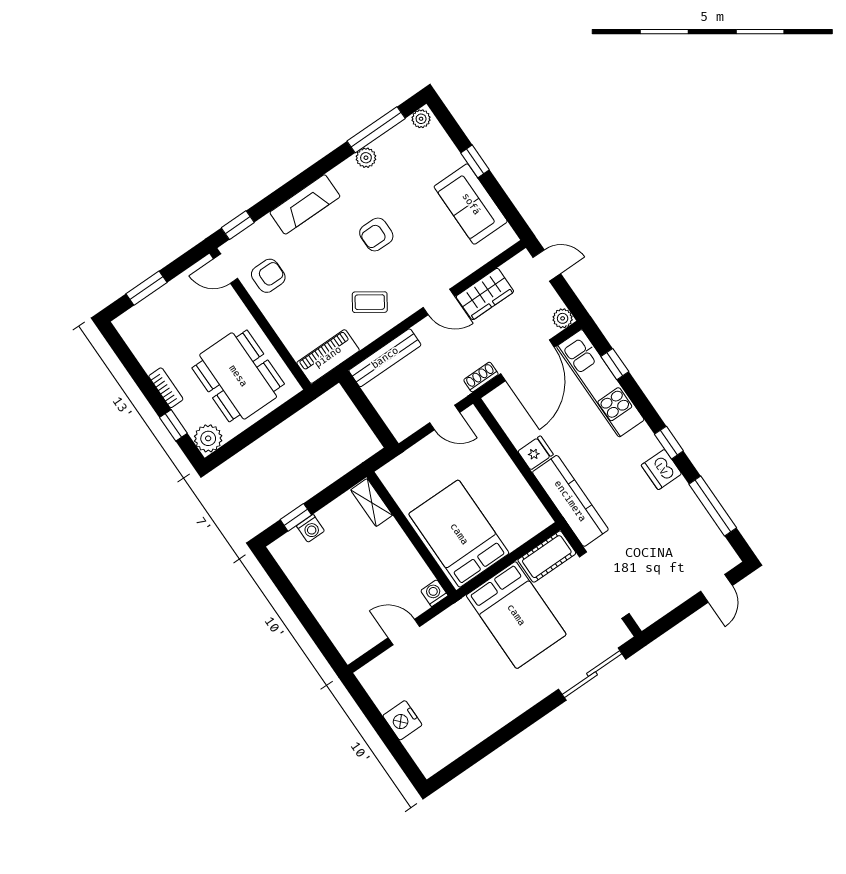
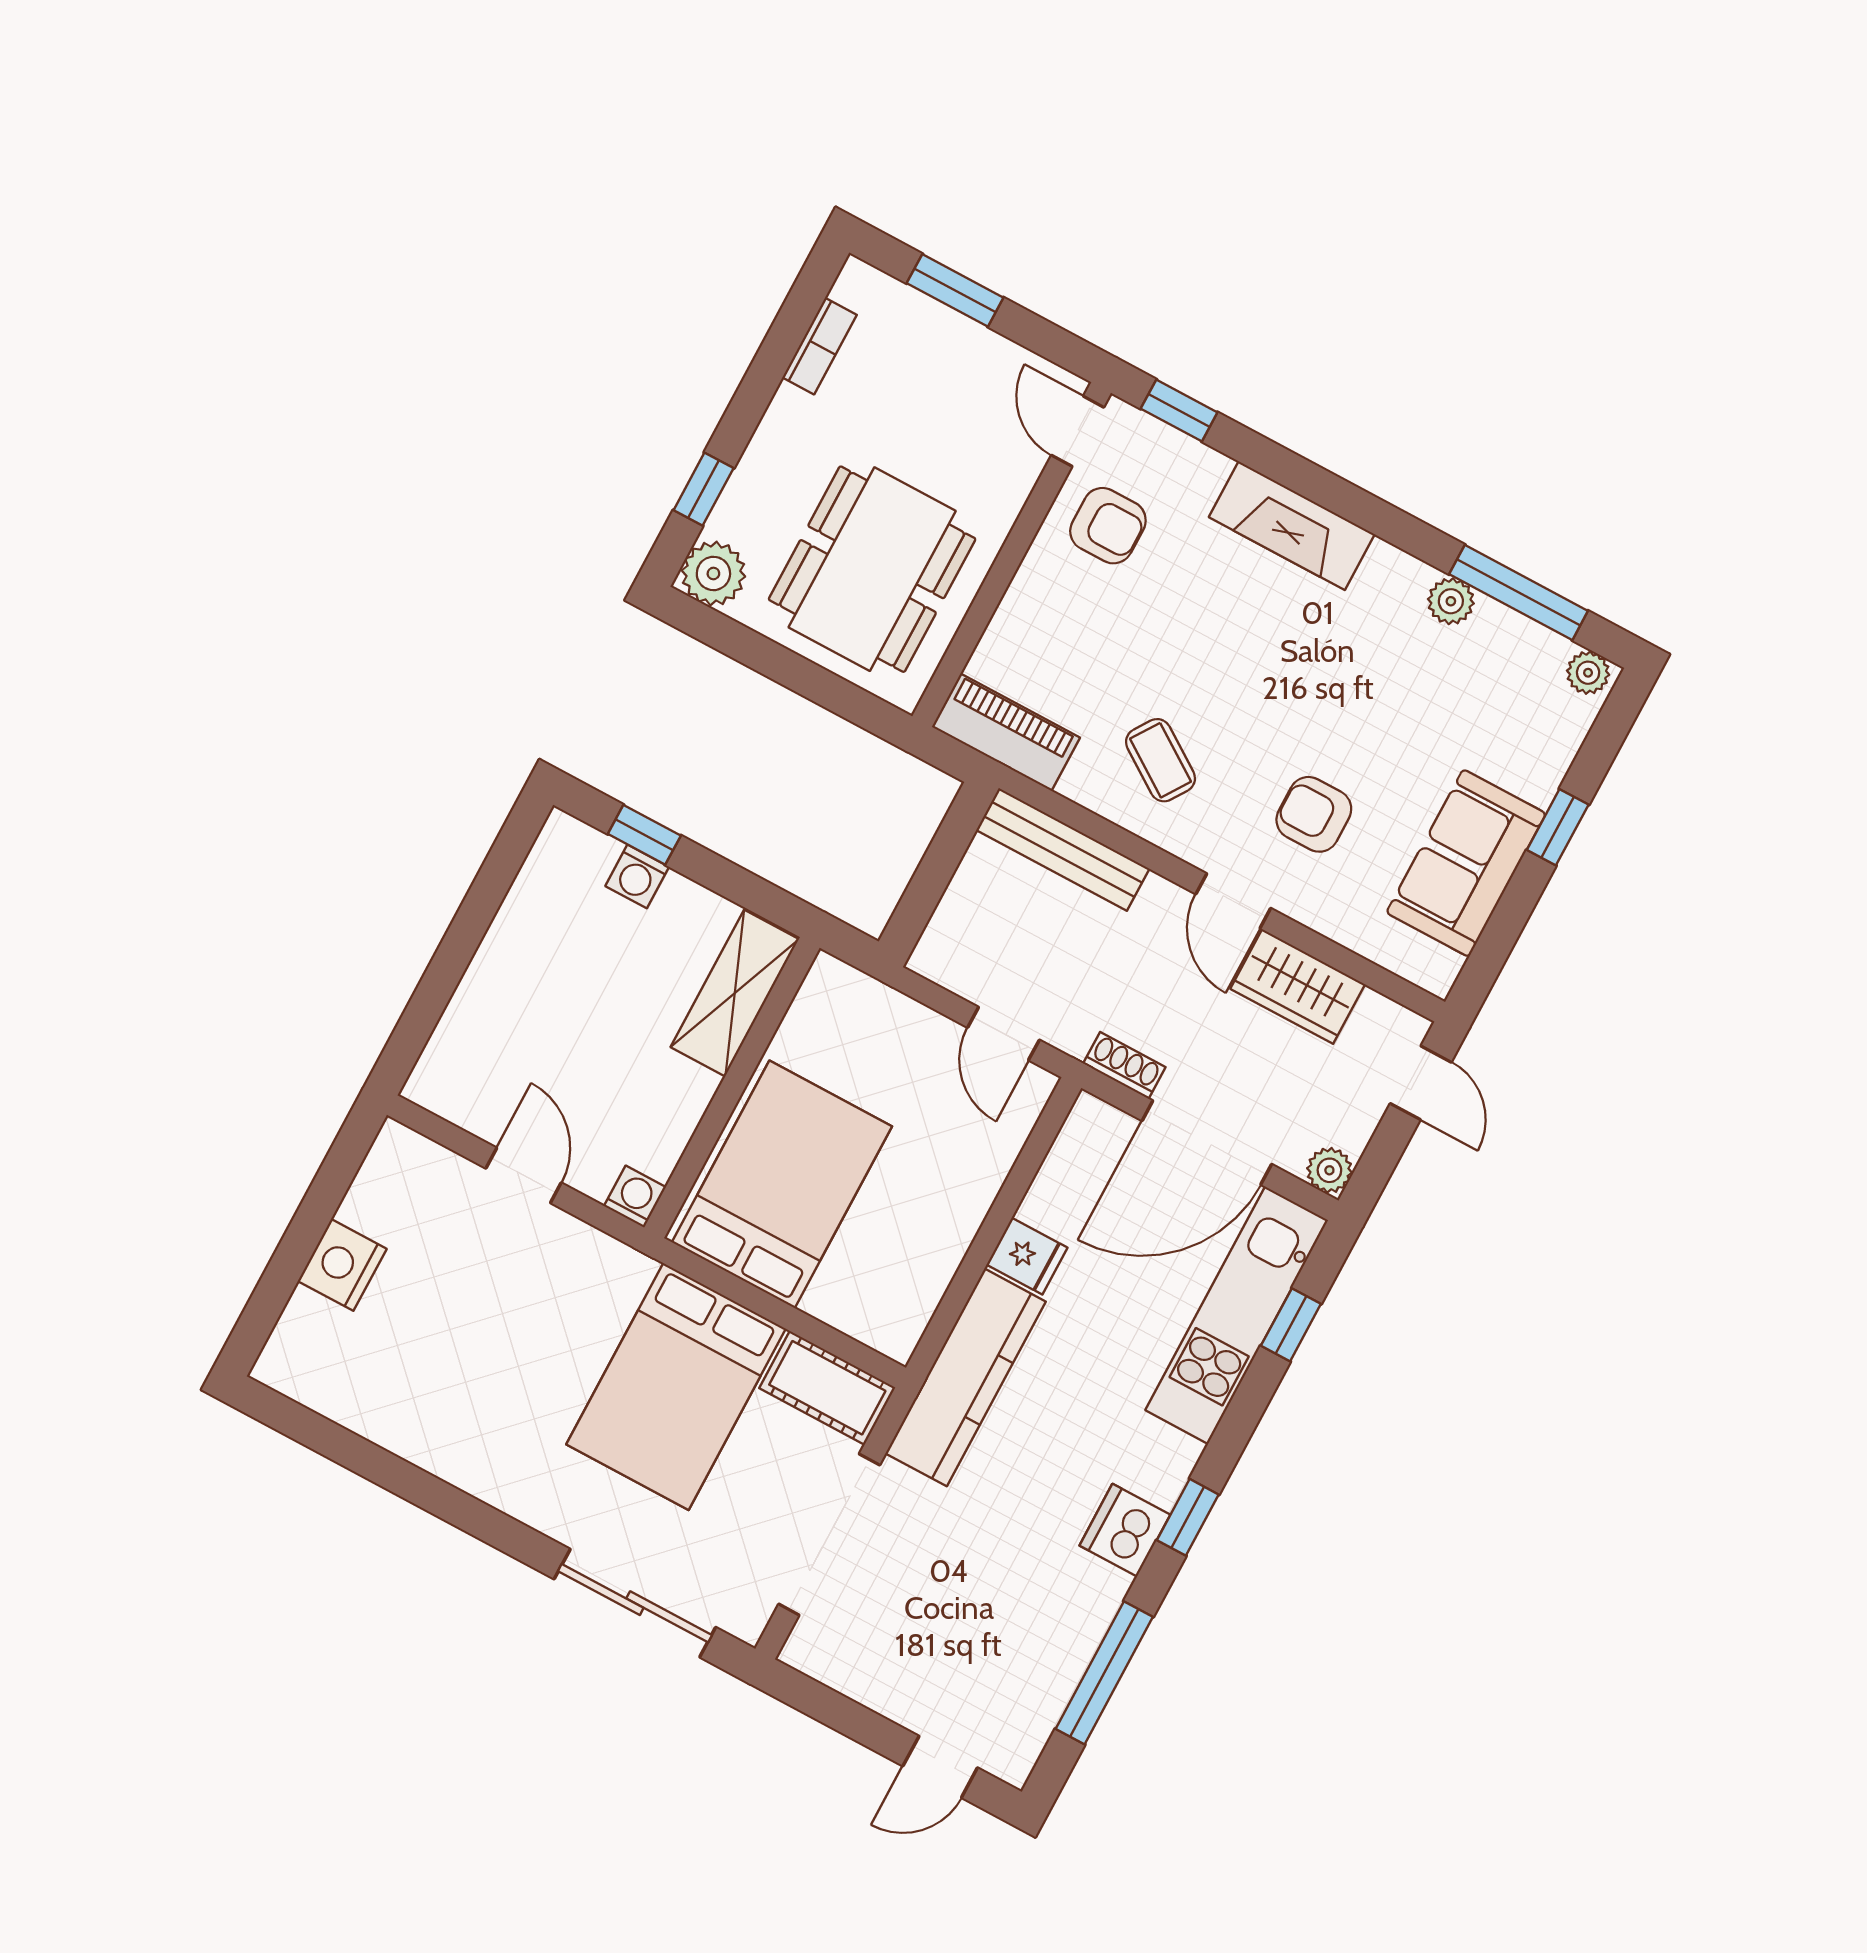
armchair: (376, 234) -> (1314, 814), moved
bookcase: (166, 388) -> (820, 346), moved
shelving: (372, 503) -> (735, 993), width x1.50, depth x1.33

